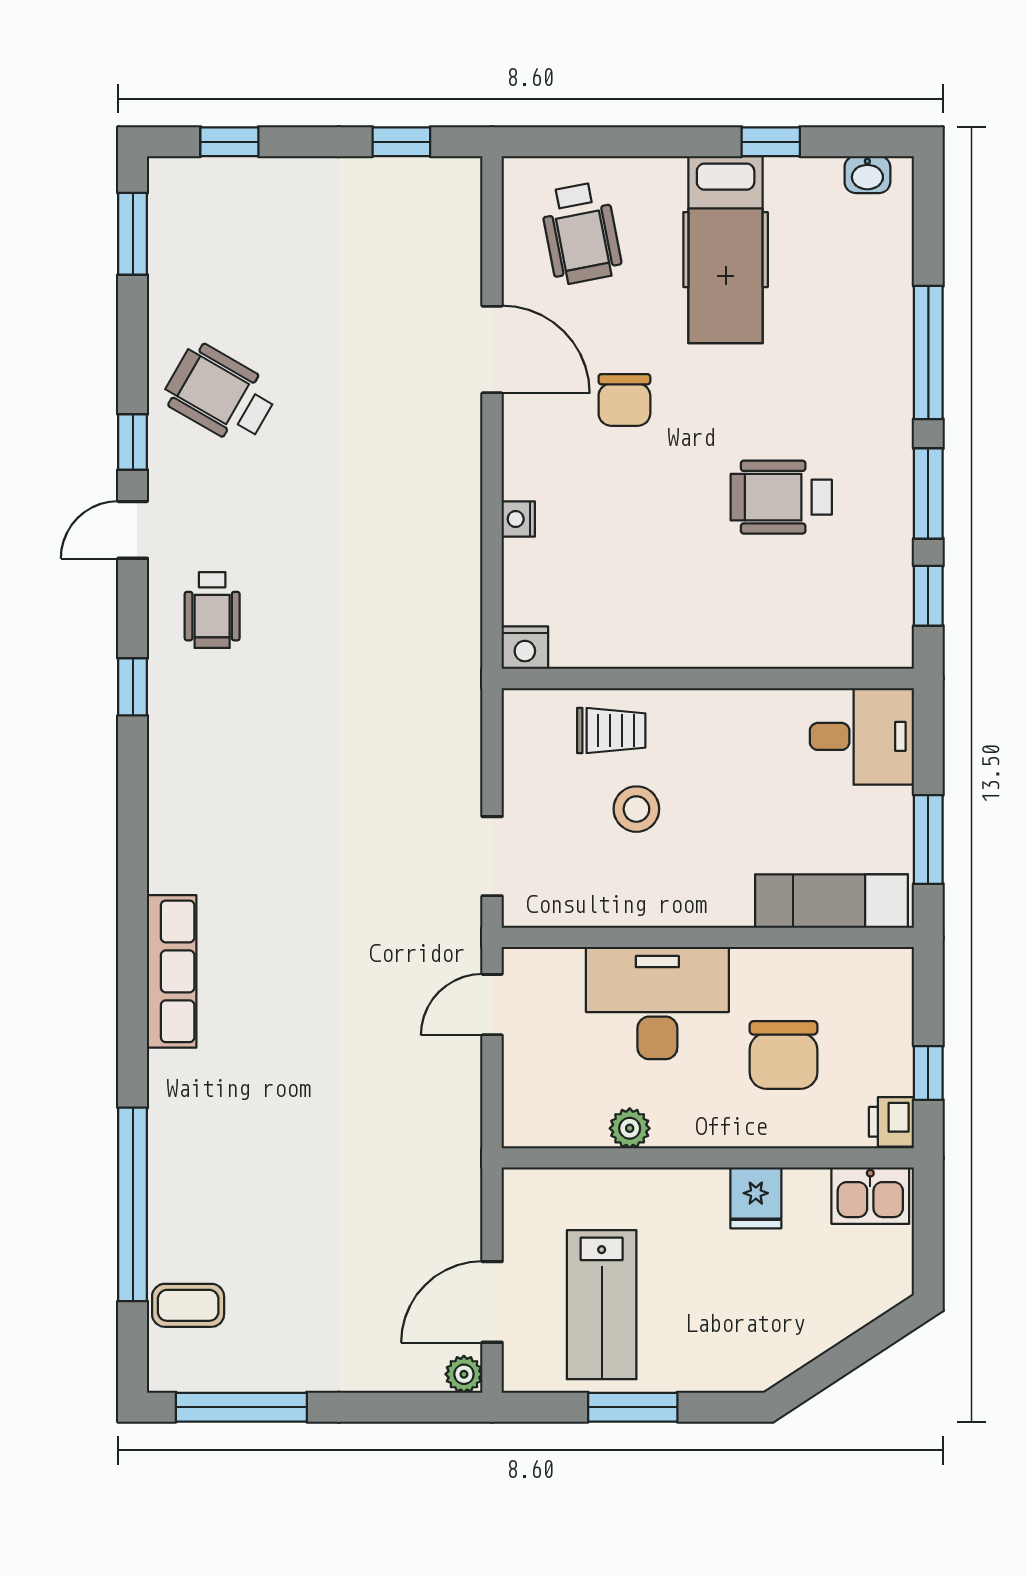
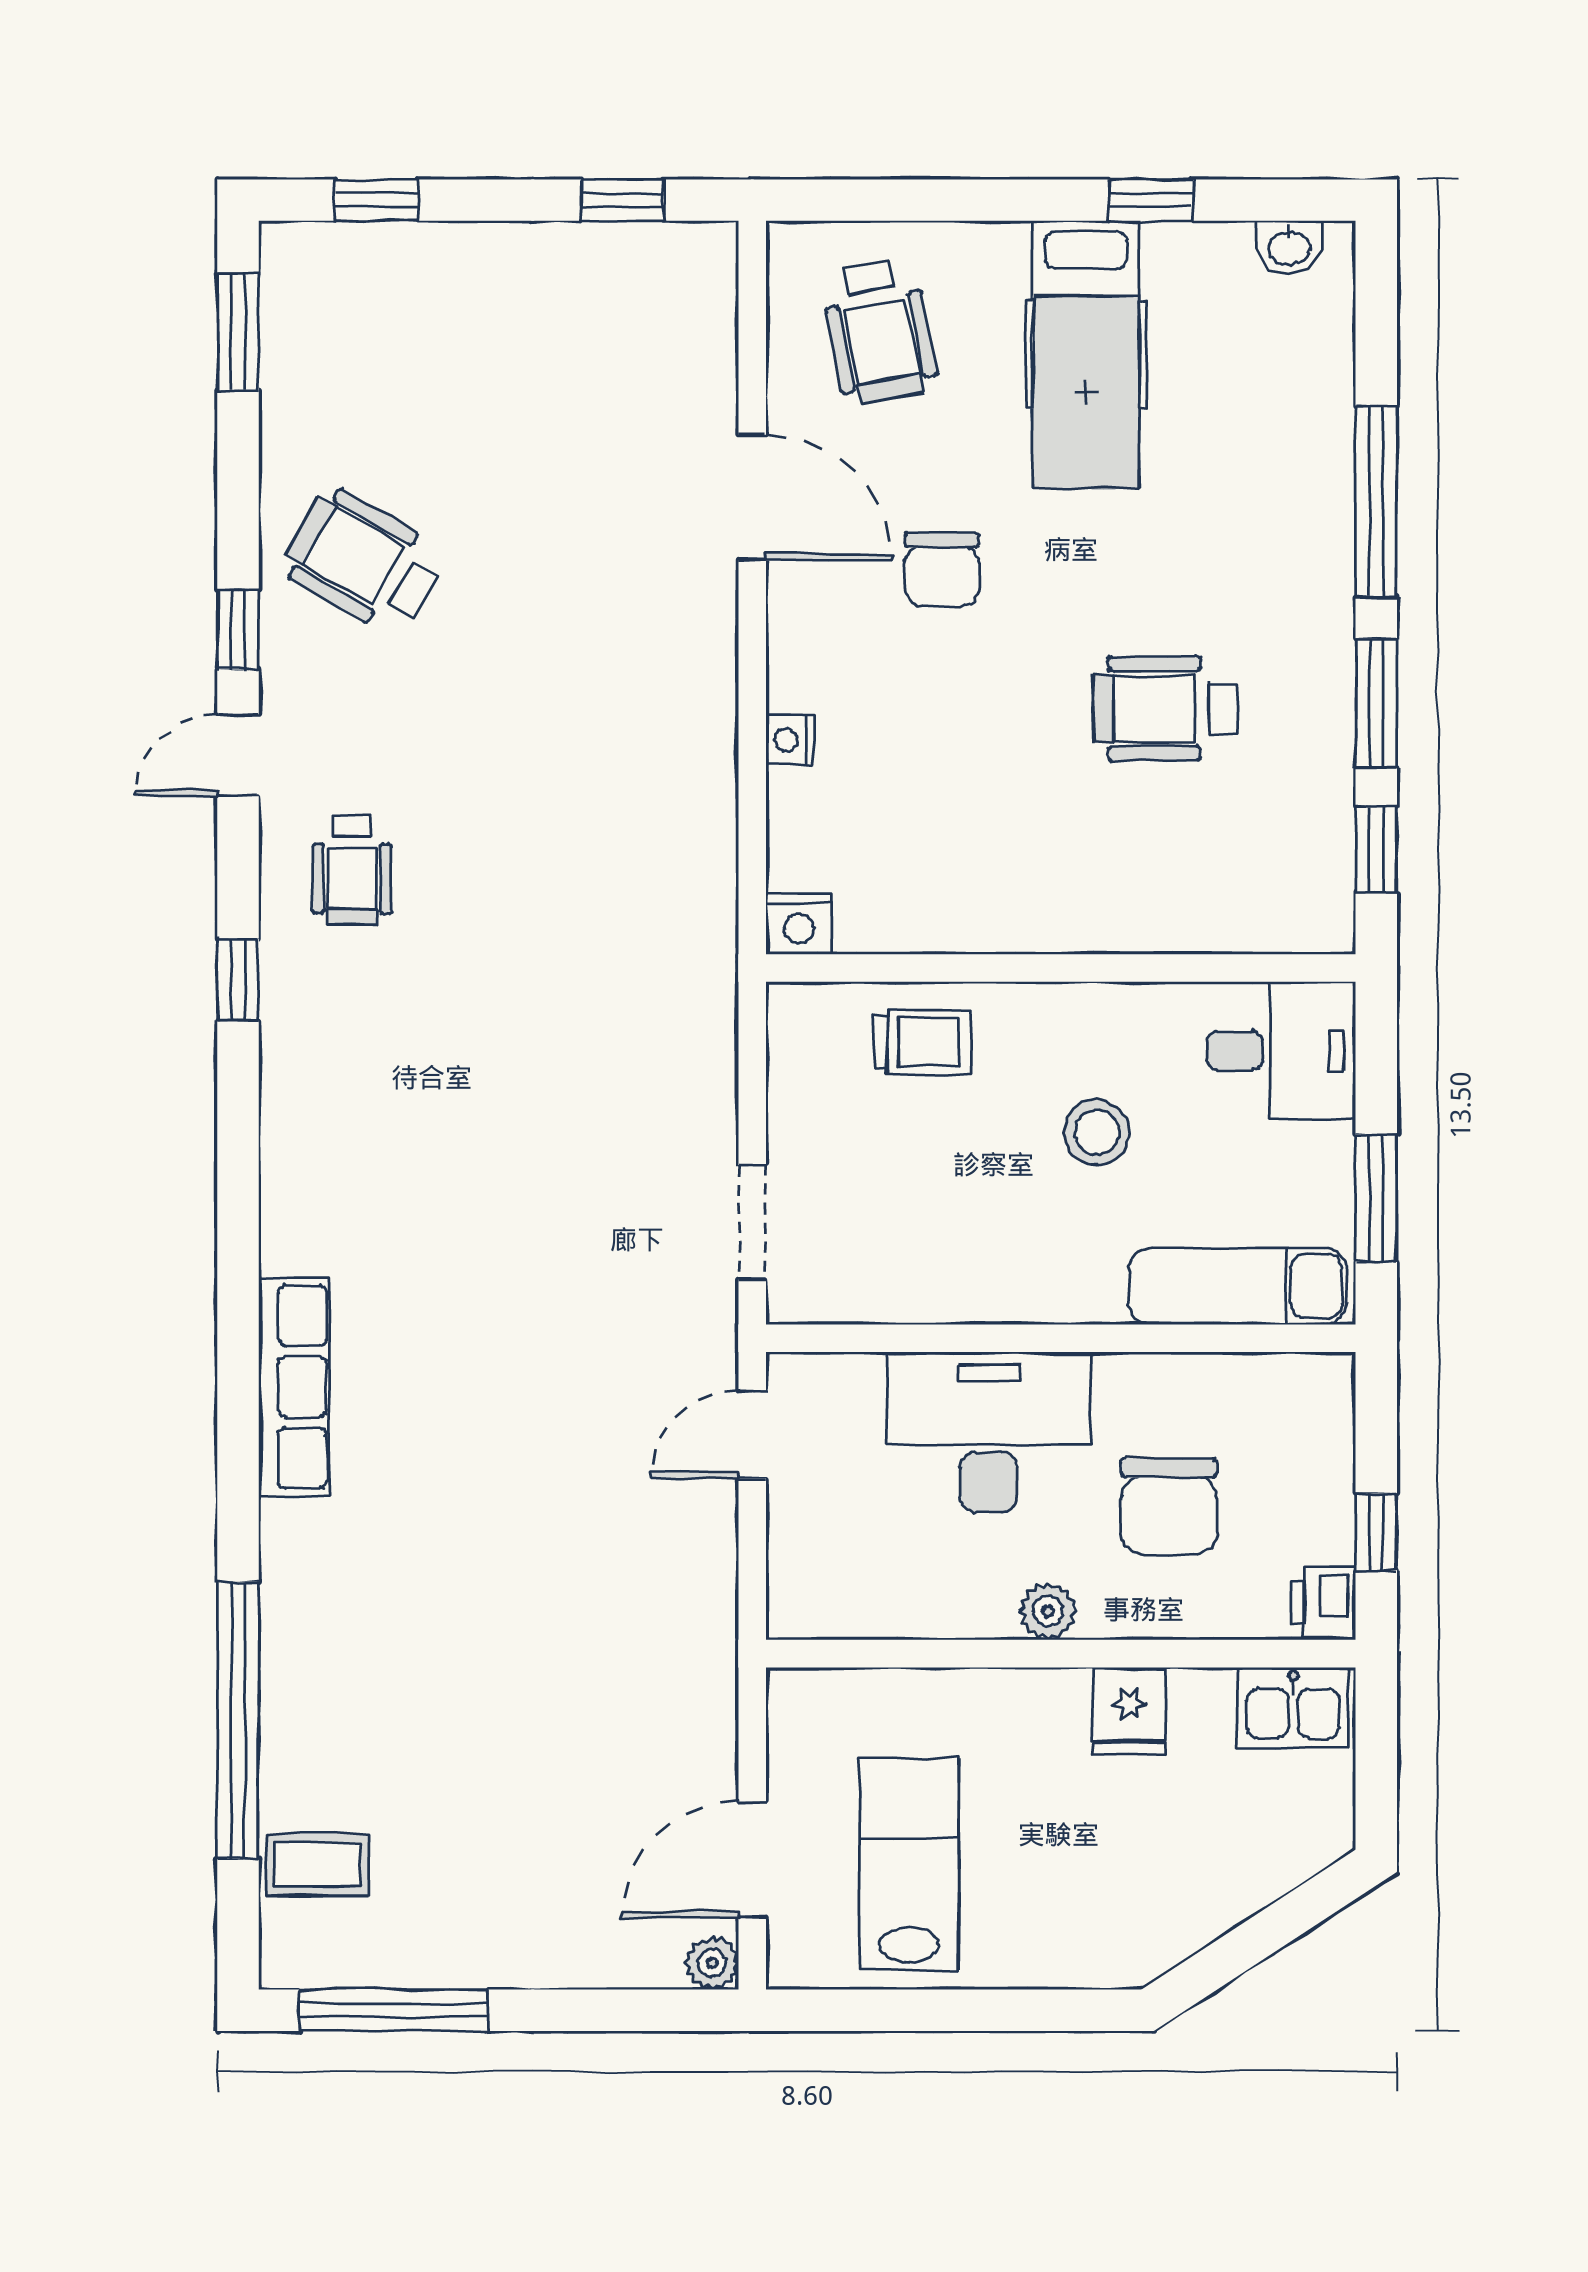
stool: (636, 809) -> (1097, 1132), moved
plant: (630, 1128) -> (1048, 1611), moved
lab bench: (602, 1305) -> (909, 1864), turned 180
window: (633, 1407) -> (953, 2010), removed

